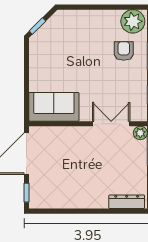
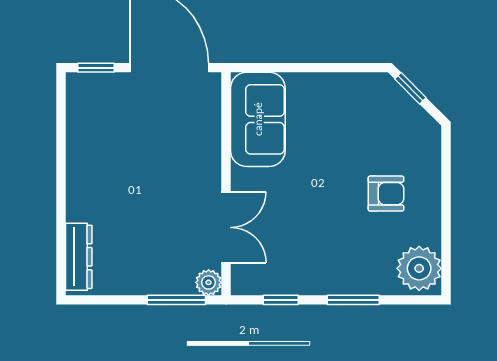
armchair: (124, 51) -> (386, 194), moved

